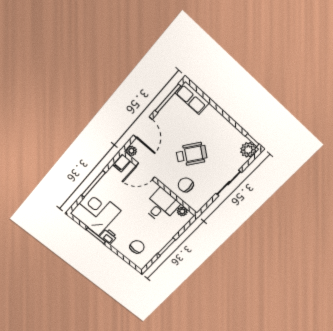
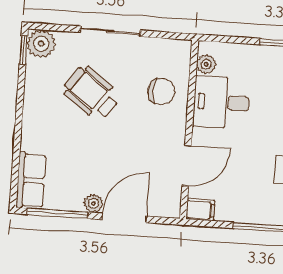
plant: (131, 151) -> (93, 203), moved
wheelchair: (192, 154) -> (92, 93), moved
door: (145, 171) -> (187, 166), hinge flipped
chair: (186, 185) -> (161, 91), turned -90

